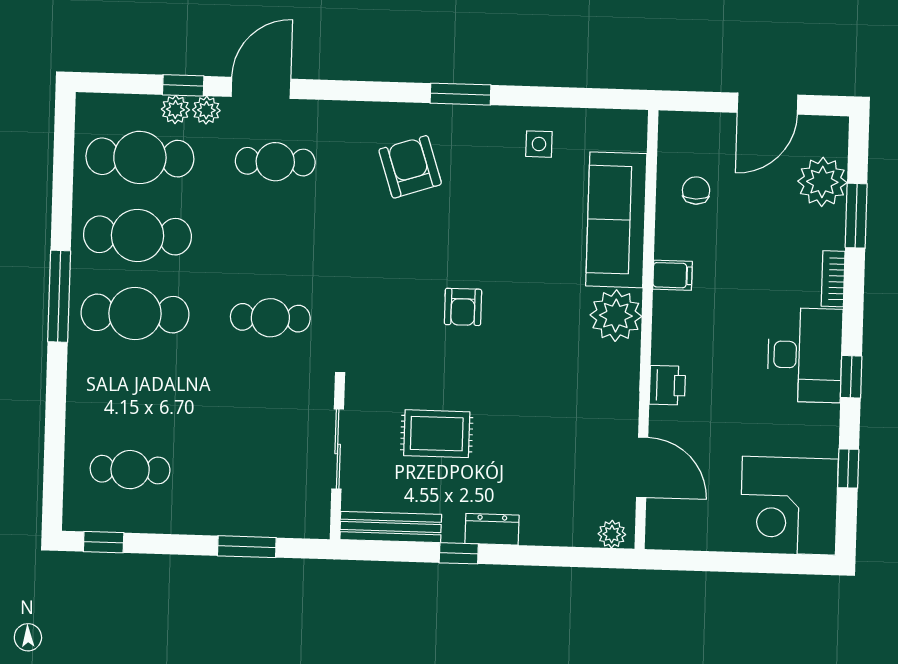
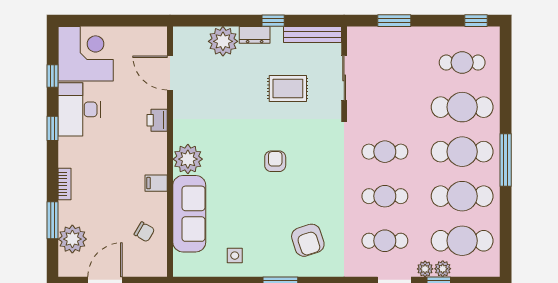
chair: (696, 191) -> (144, 232), turned -60
cafe table: (273, 240) -> (385, 196), added
desk: (805, 355) -> (79, 109), moved
cafe table: (133, 392) -> (462, 107), added
plant: (612, 534) -> (223, 41), moved, width x1.87, depth x1.87

